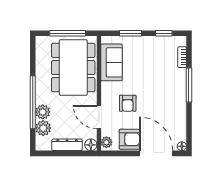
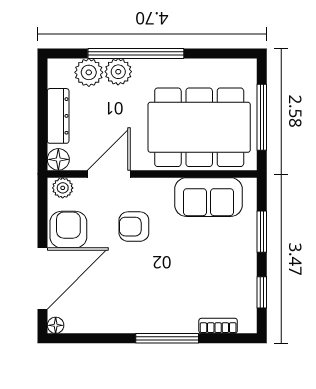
armchair: (129, 139) -> (68, 230), turned 180

